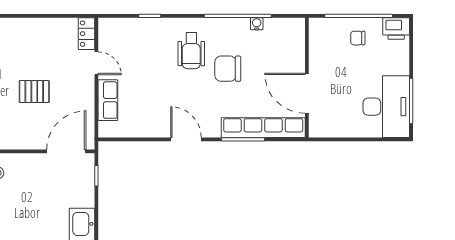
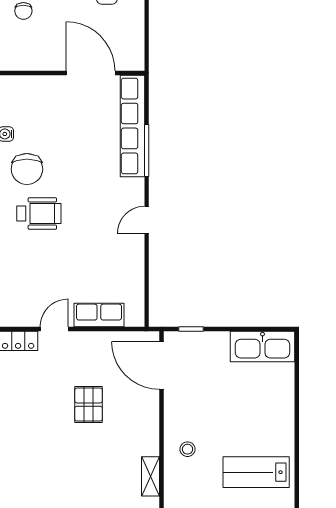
chair: (228, 69) -> (27, 169), moved
door: (307, 93) -> (91, 73), swing flipped
door: (186, 139) -> (147, 220), width x0.73

